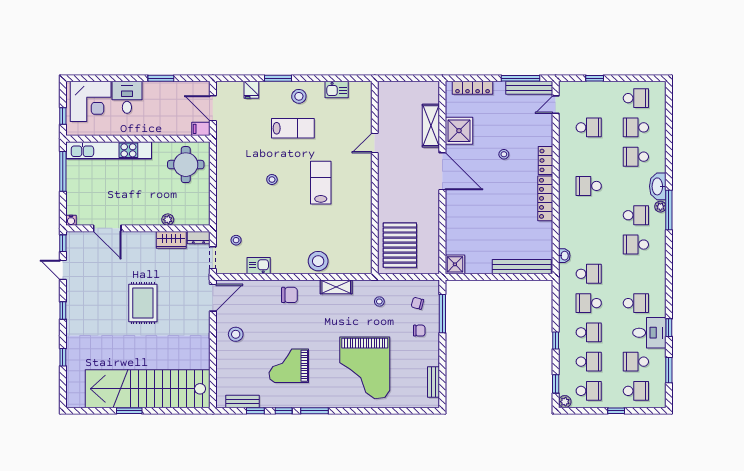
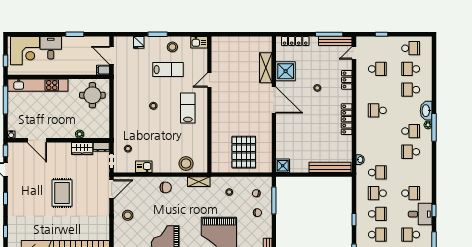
door: (375, 143) -> (209, 80), moved
locker: (546, 160) -> (347, 80), moved
wall: (375, 178) -> (209, 104), moved

